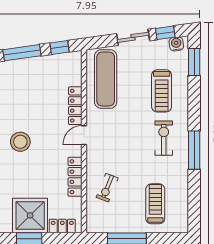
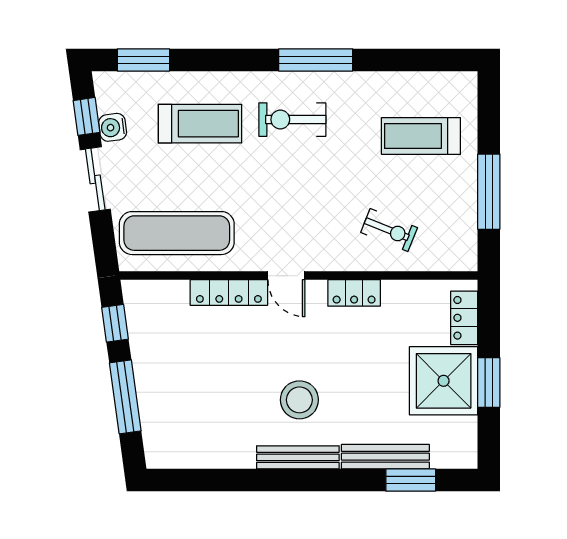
water cooler: (176, 44) -> (113, 127), moved
locker: (75, 177) -> (354, 293), width x0.66

